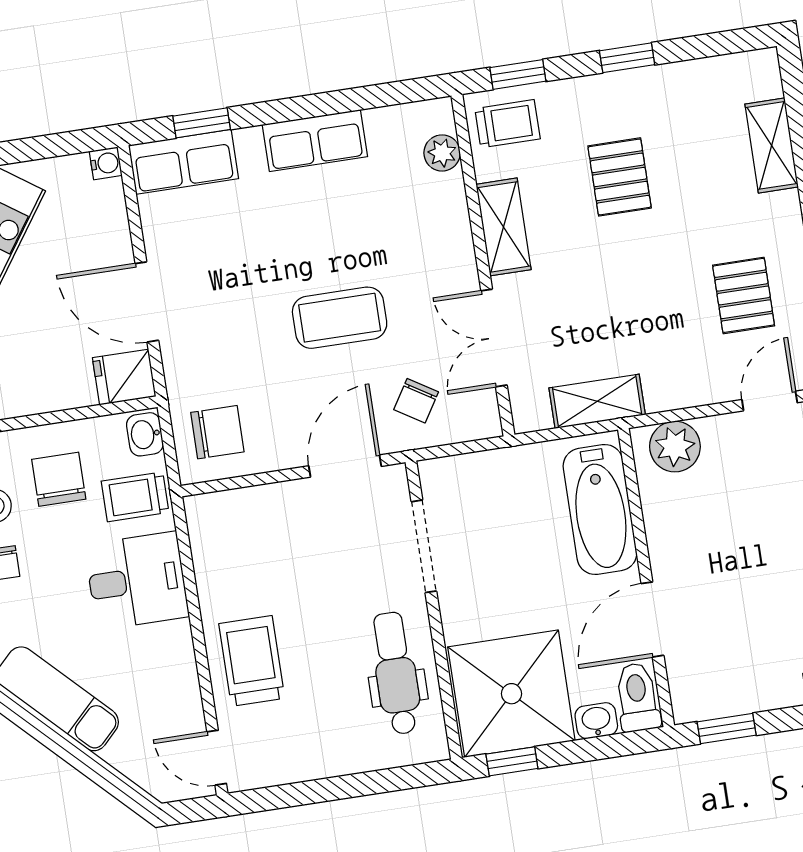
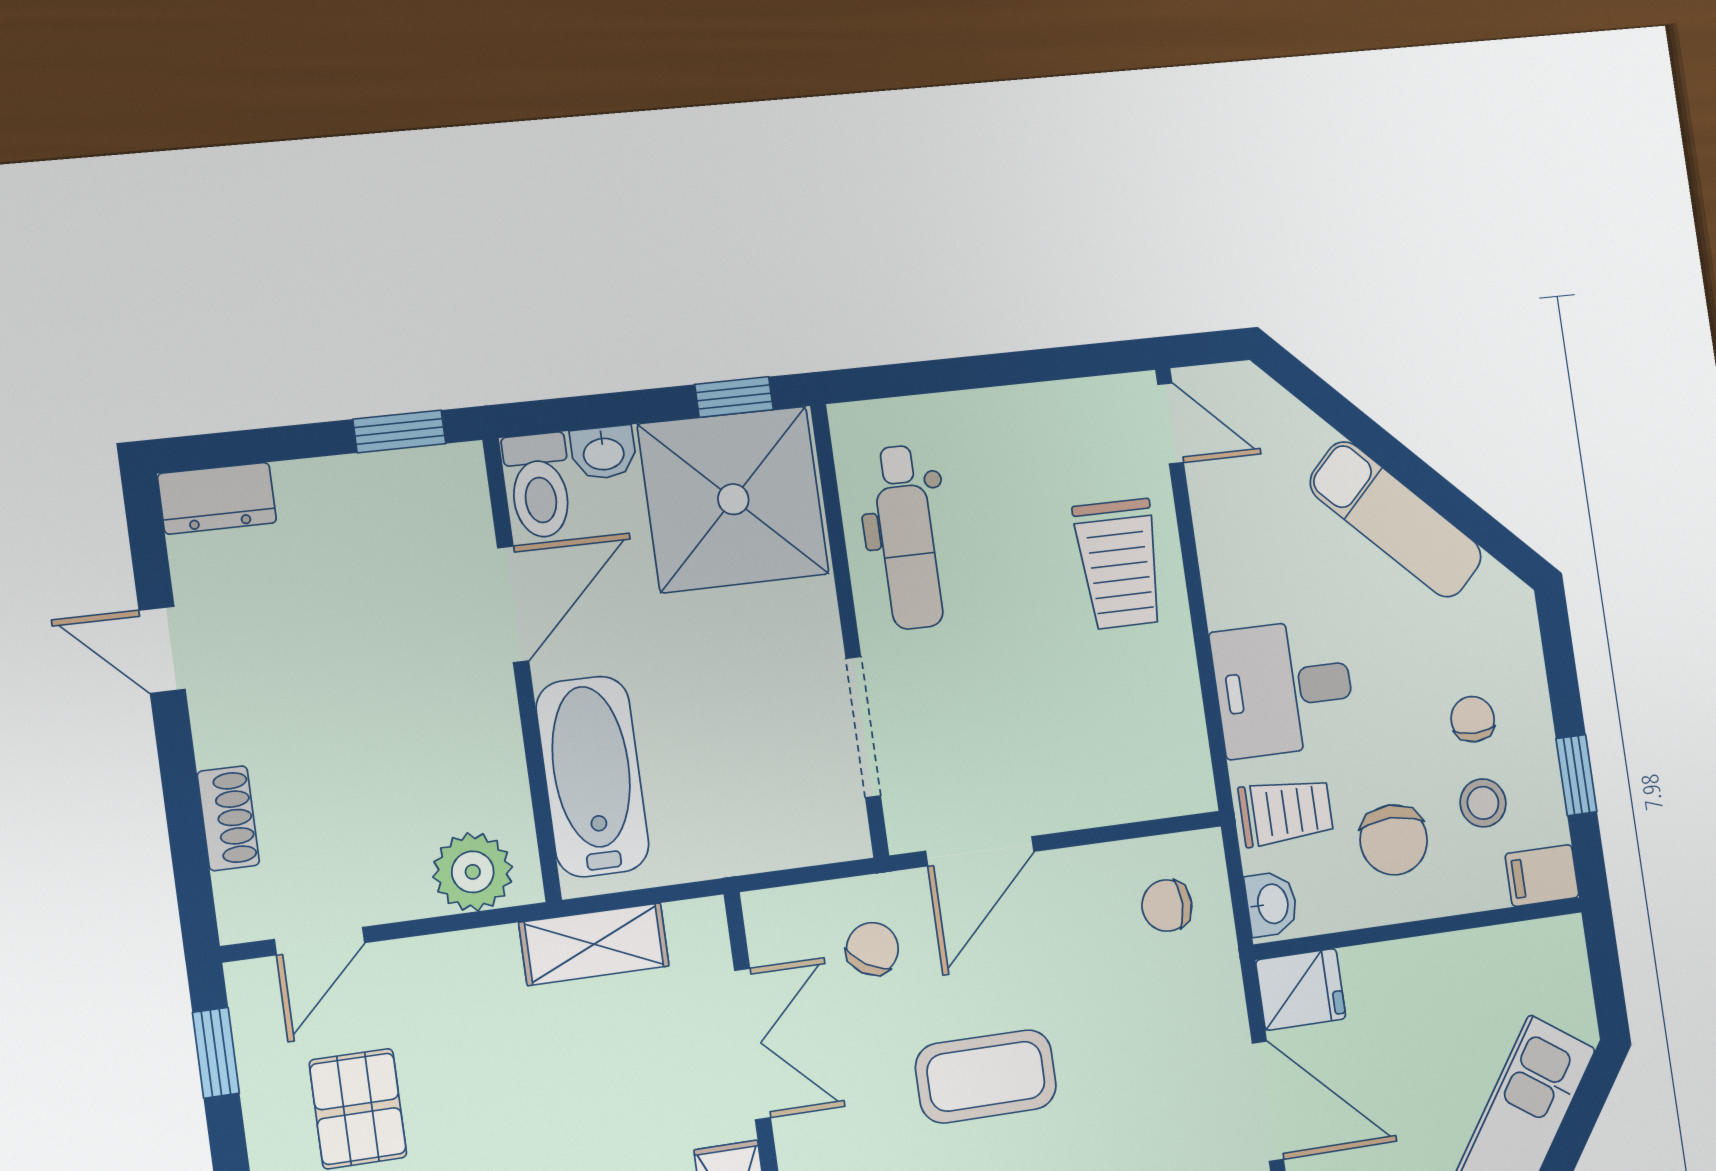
chair: (217, 432) -> (1167, 906), width x0.73, depth x0.73

